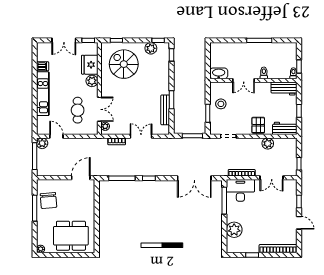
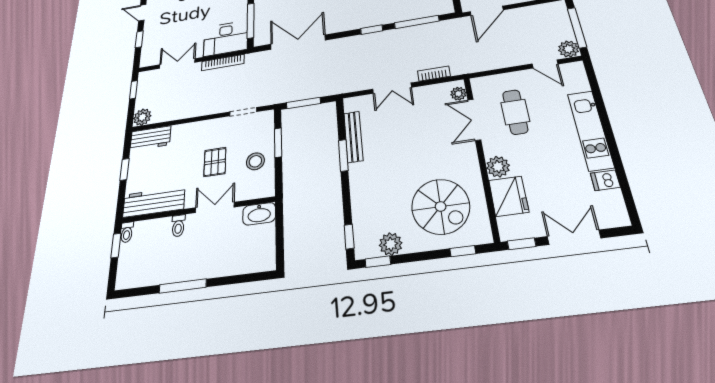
workbench: (284, 89) -> (154, 202), width x1.37
pallet: (258, 125) -> (215, 162), moved
plant: (268, 143) -> (142, 117), moved

